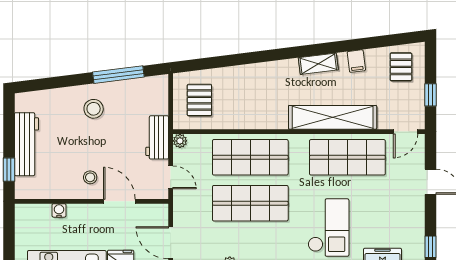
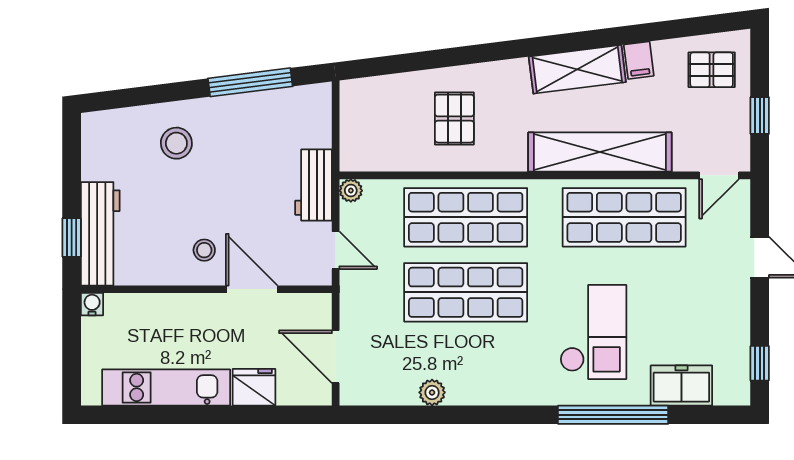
shelving: (318, 64) -> (577, 69), width x1.50, depth x1.33
pallet: (401, 67) -> (712, 70), turned 90
pallet: (199, 100) -> (454, 119), moved
stool: (94, 109) -> (176, 143), moved
workbench: (26, 144) -> (100, 234), moved
water cooler: (59, 210) -> (92, 304), moved

